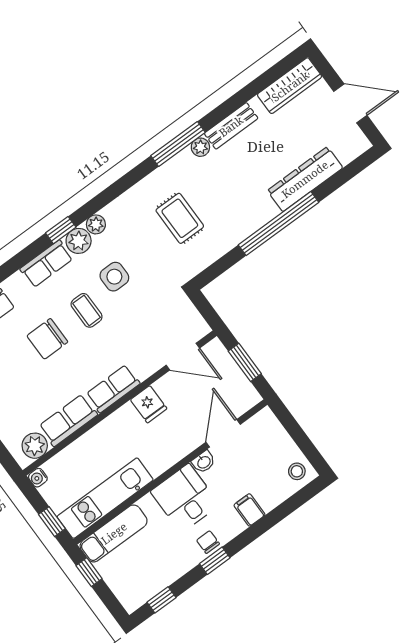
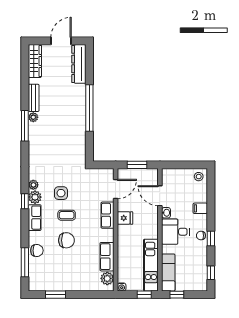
dresser: (305, 179) -> (79, 64), moved
rug: (180, 218) -> (57, 148), removed
chair: (47, 339) -> (66, 240), turned -90
row of seats: (113, 389) -> (107, 215), moved

